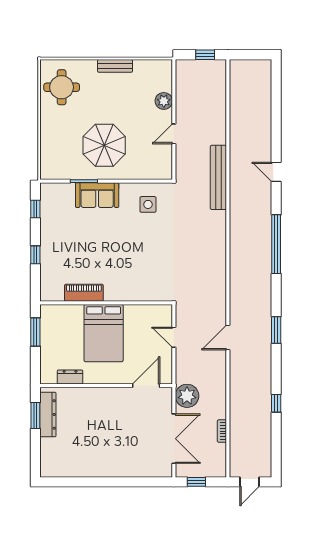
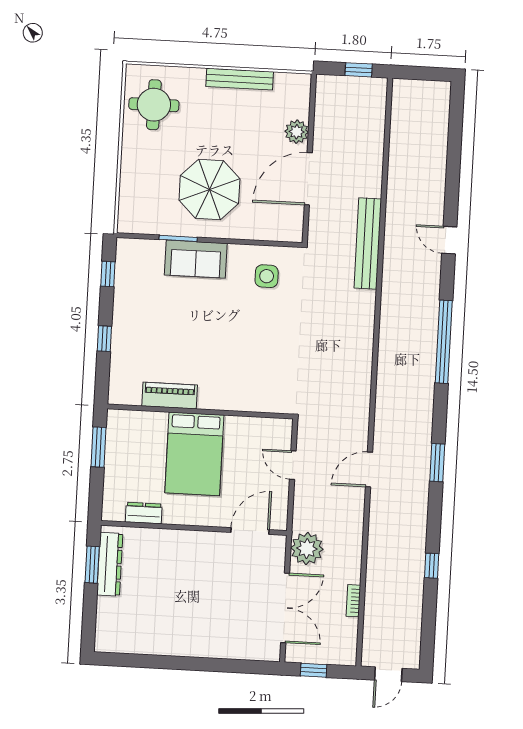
bench: (115, 66) -> (240, 79), width x1.36
door: (174, 134) -> (308, 179), width x1.87

